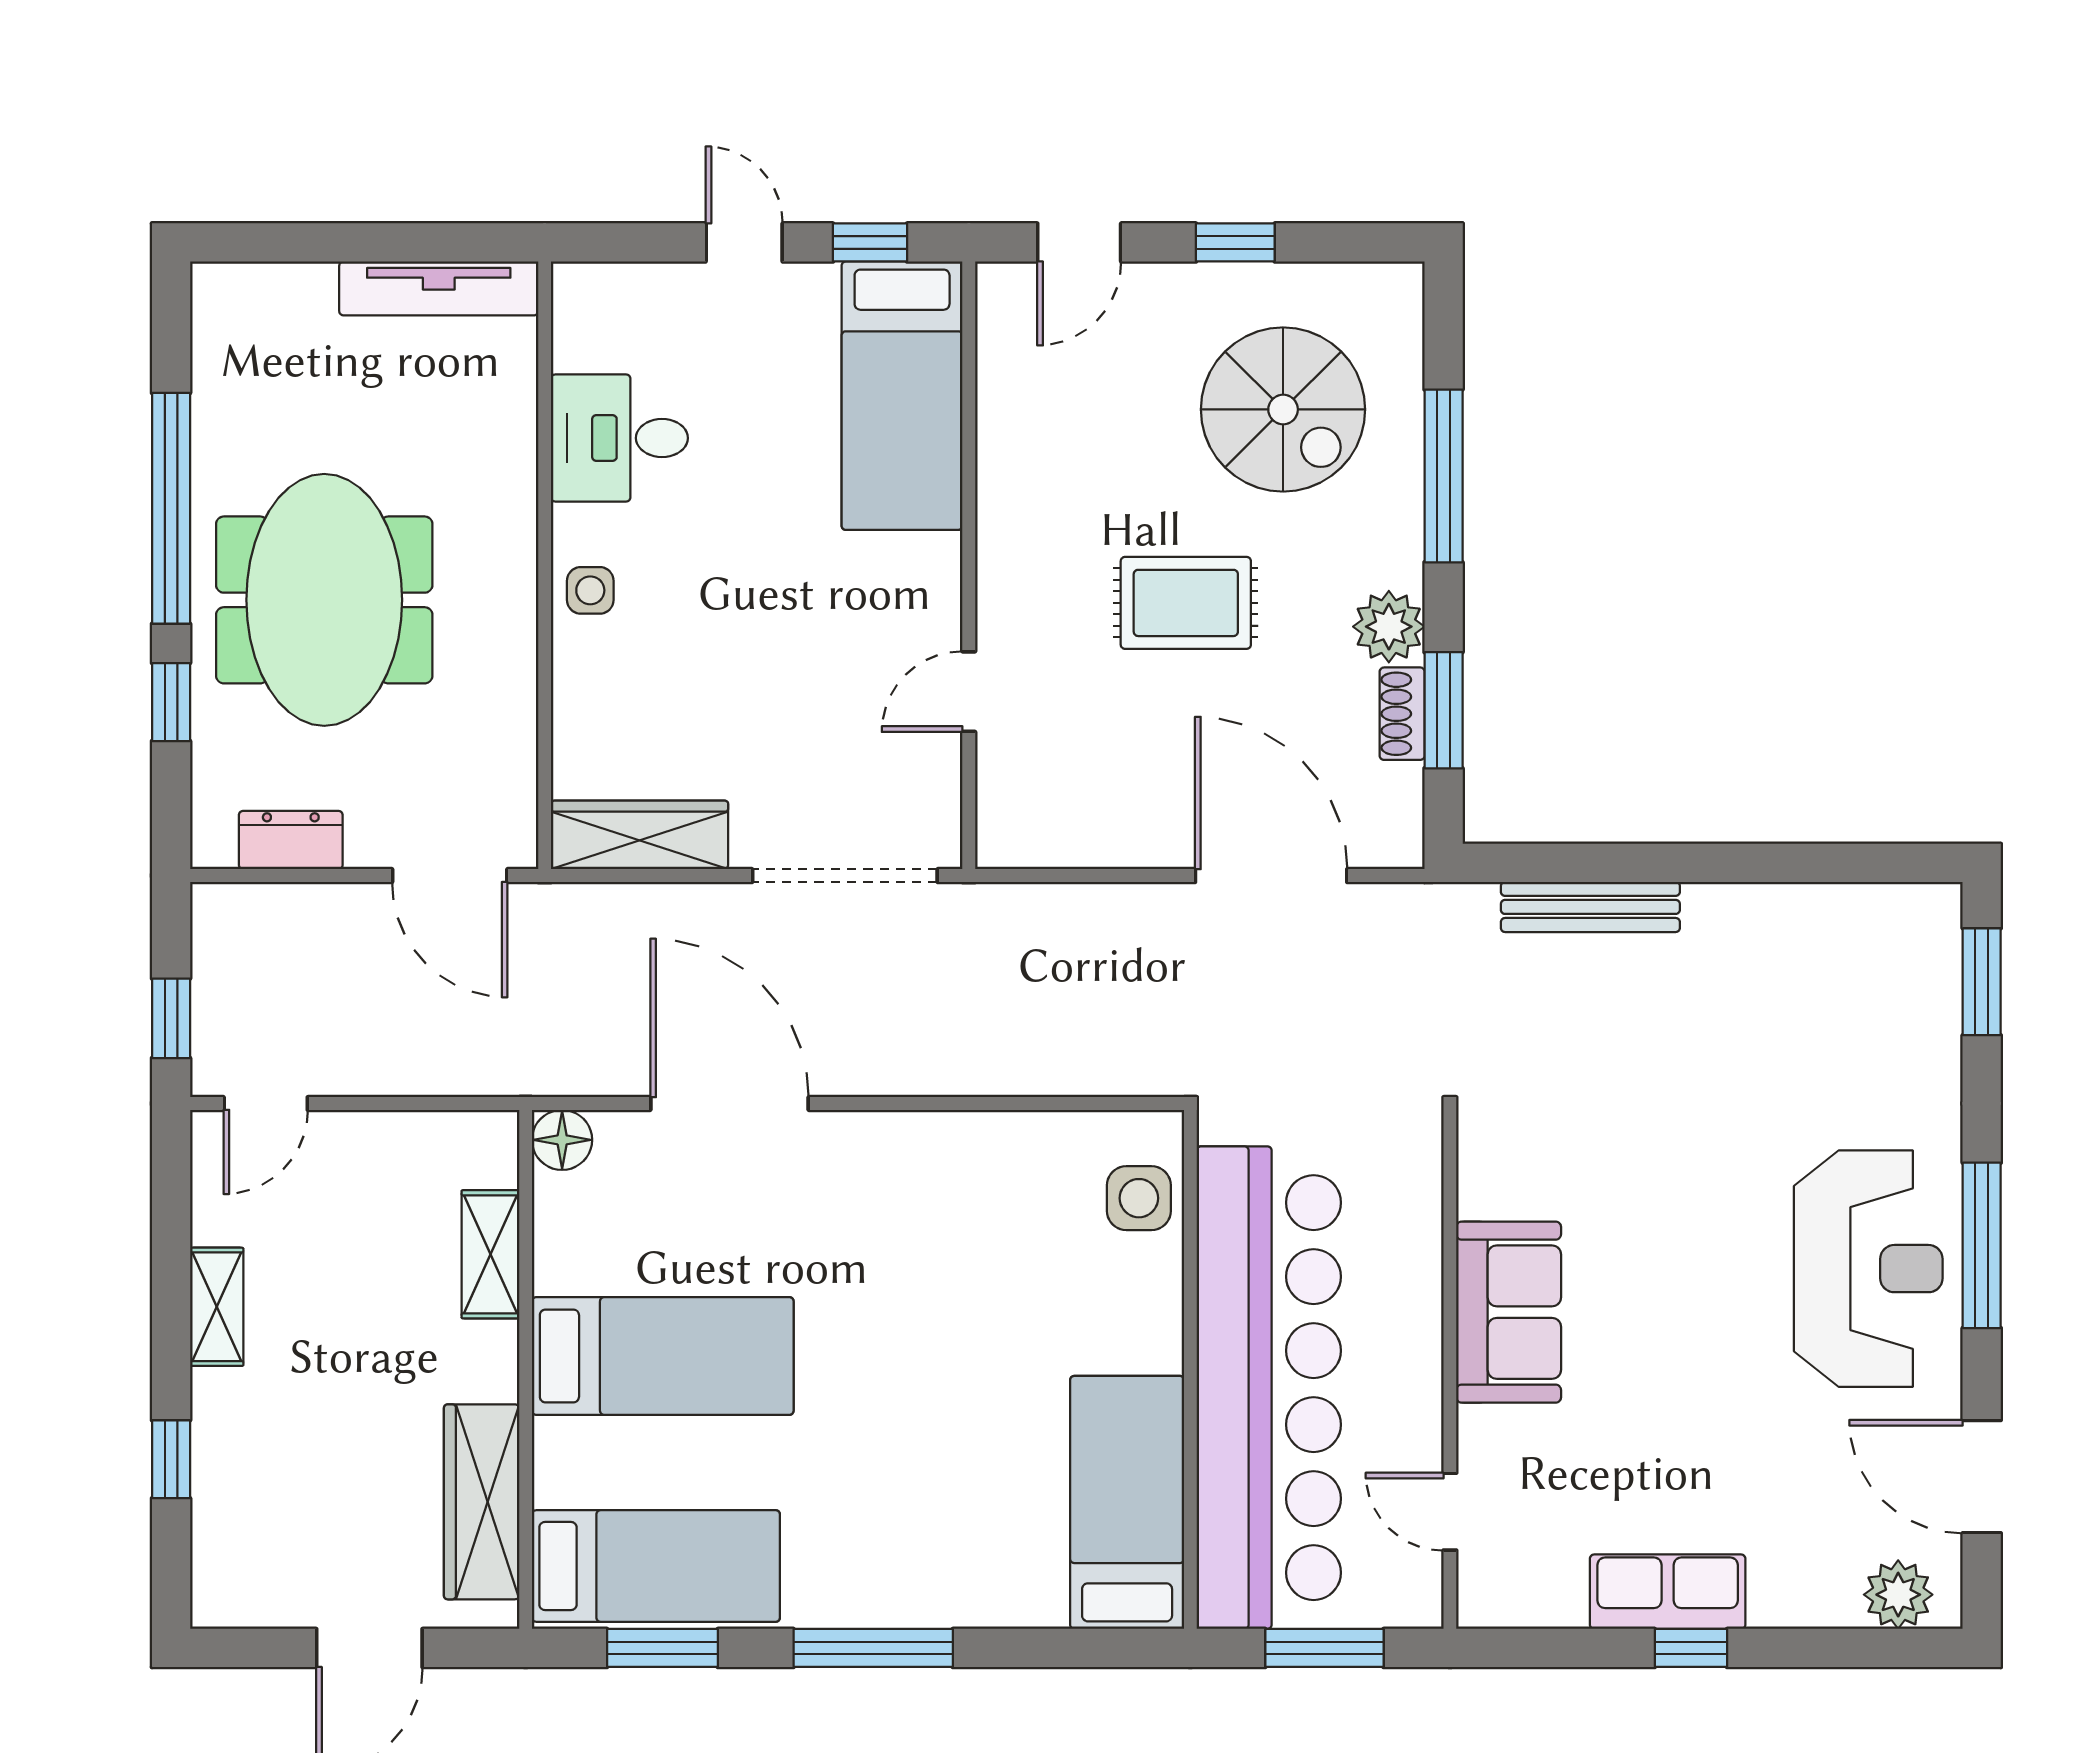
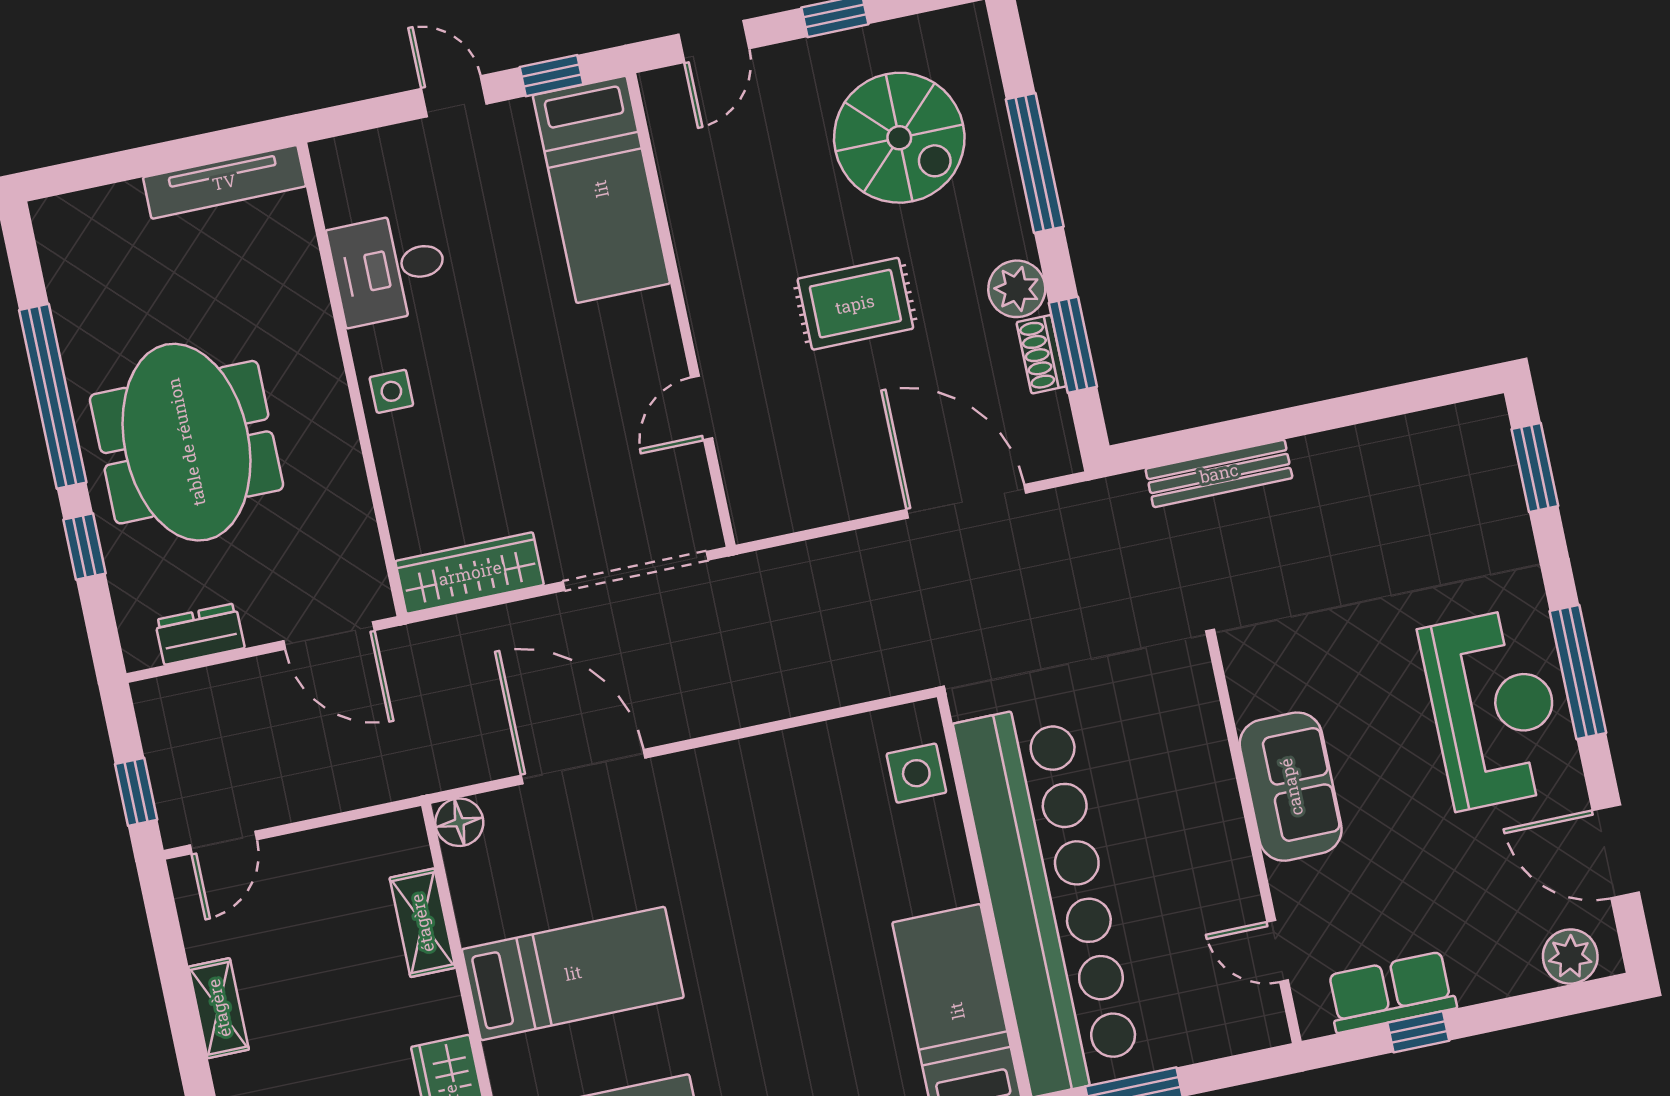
sofa: (1509, 1312) -> (1291, 787), moved
wall: (1450, 1369) -> (1254, 841), moved
door: (1450, 1512) -> (1278, 951), moved

